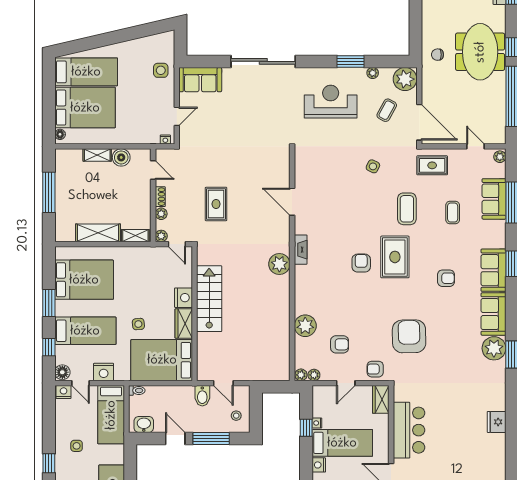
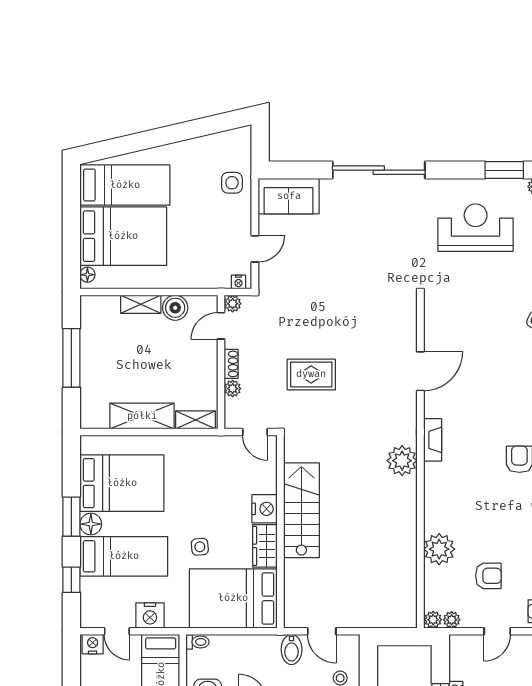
door: (153, 170) -> (221, 326), swing flipped
door: (292, 202) -> (420, 371), swing flipped
rug: (216, 204) -> (311, 374), turned 90
plant: (161, 236) -> (233, 304), moved
floor lamp: (62, 372) -> (91, 524), moved

